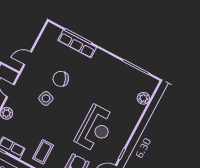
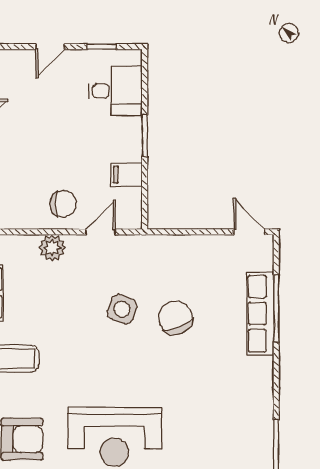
door: (28, 58) -> (249, 232), moved

